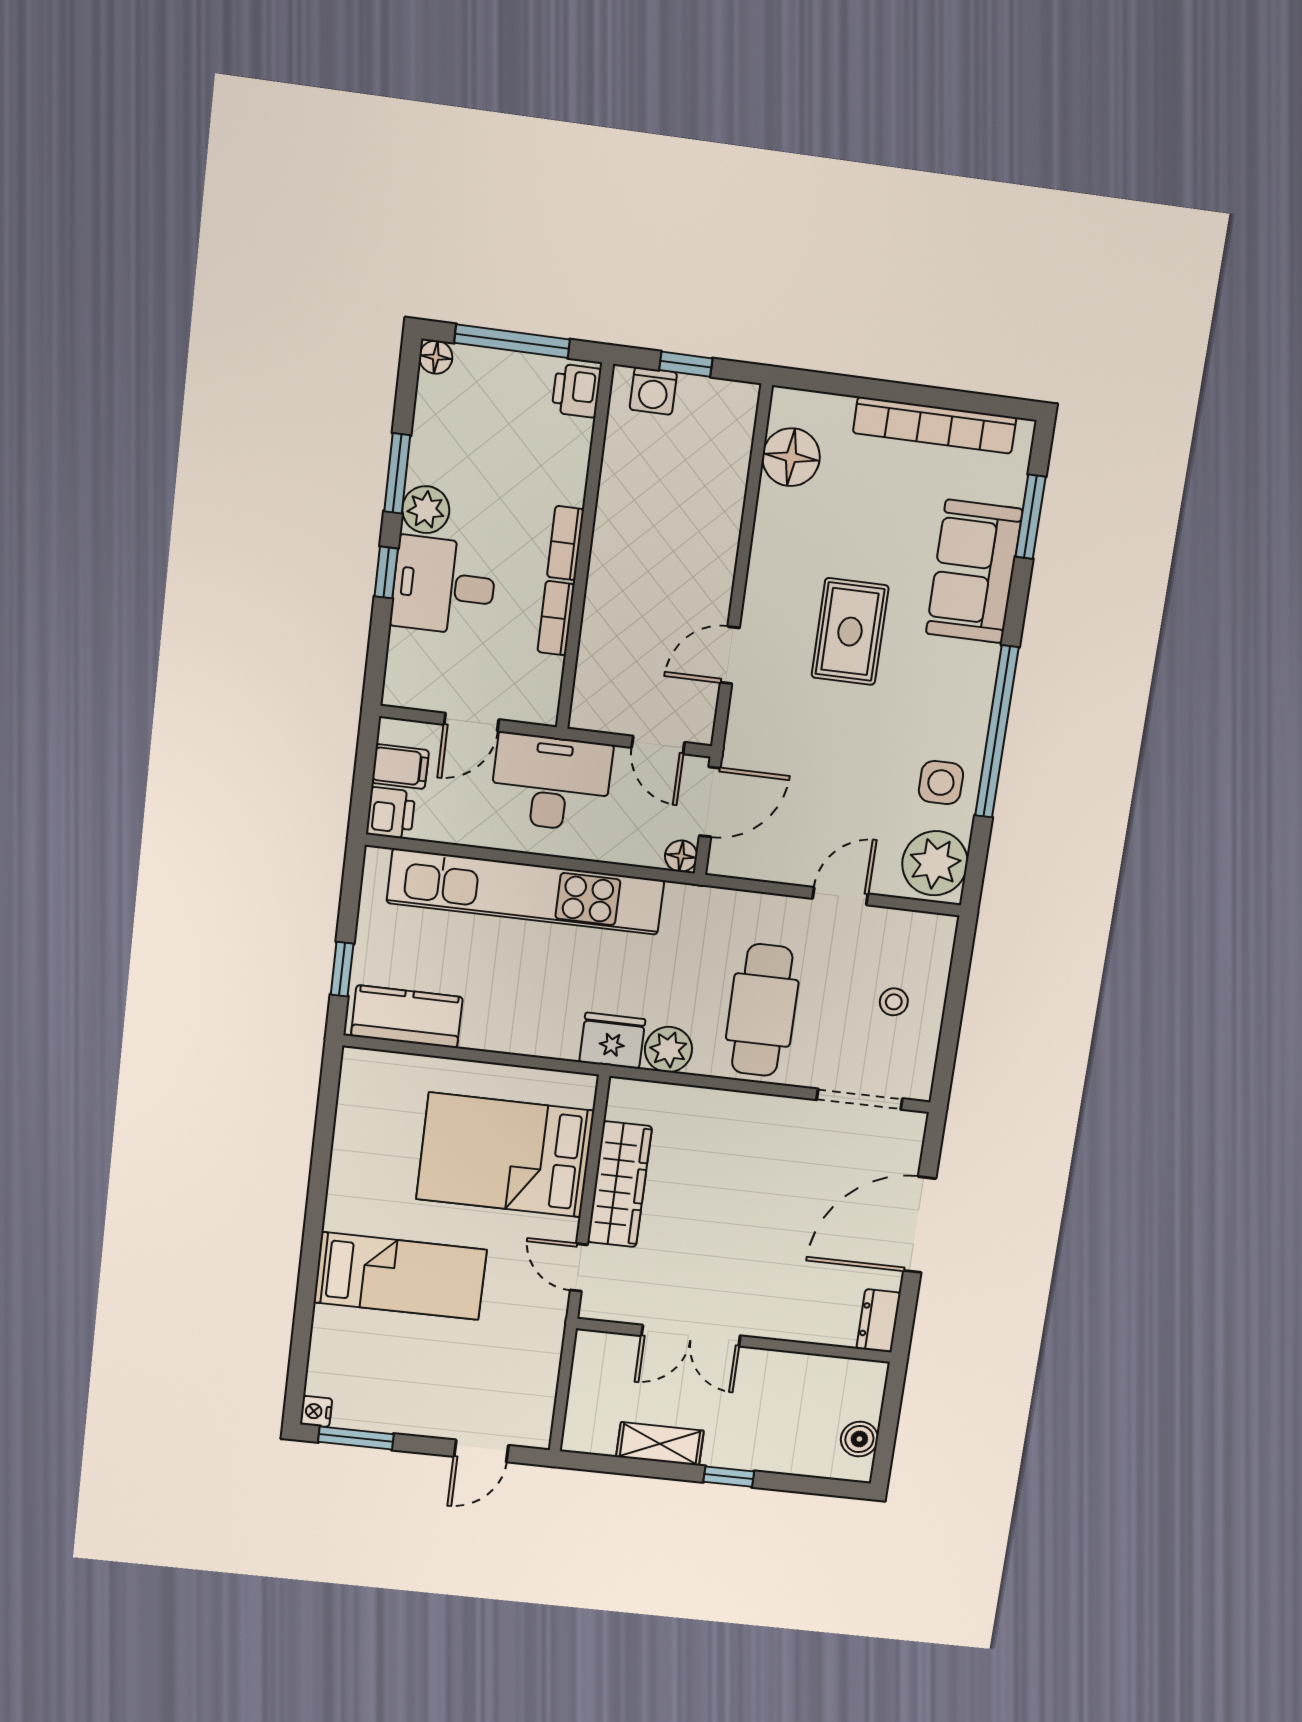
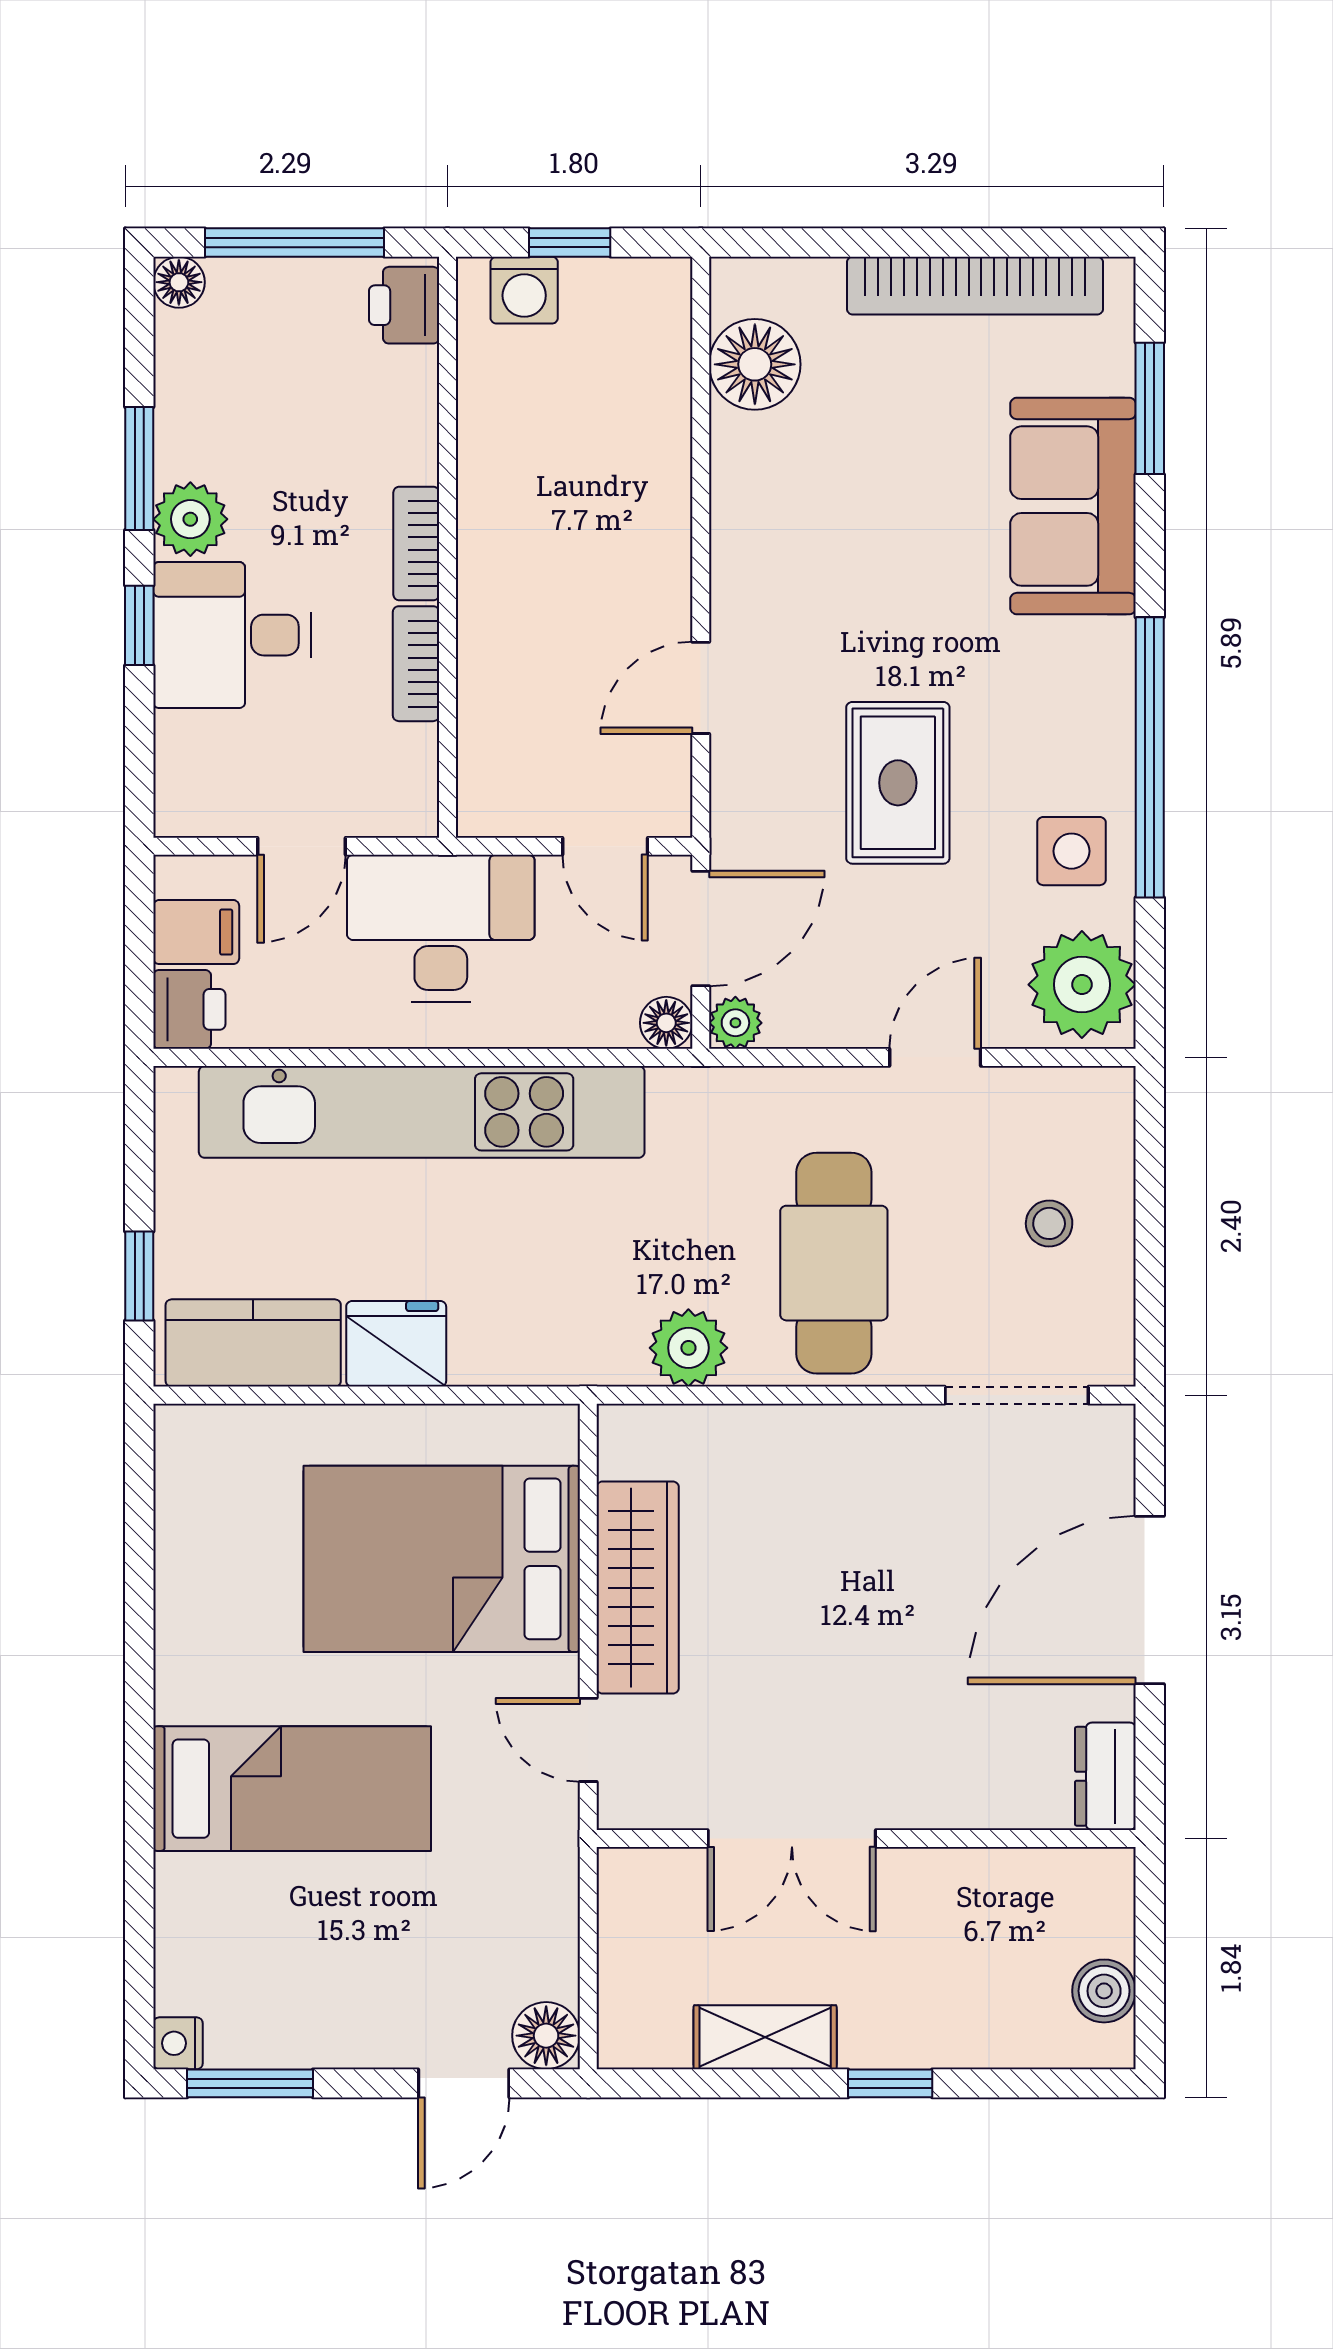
rug: (850, 632) -> (898, 783), moved
plant: (723, 861) -> (735, 1023), added
fridge: (612, 1041) -> (396, 1344), moved
floor lamp: (533, 1430) -> (546, 2036), added

